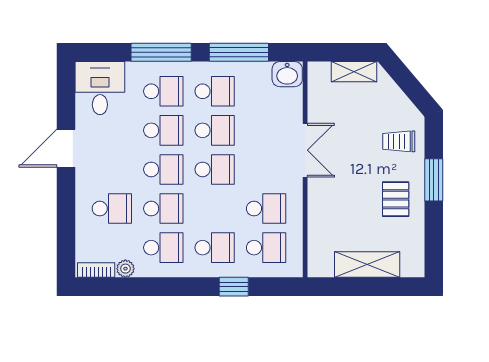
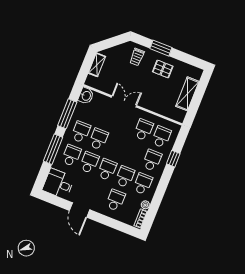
school desk: (215, 169) -> (116, 146), removed

